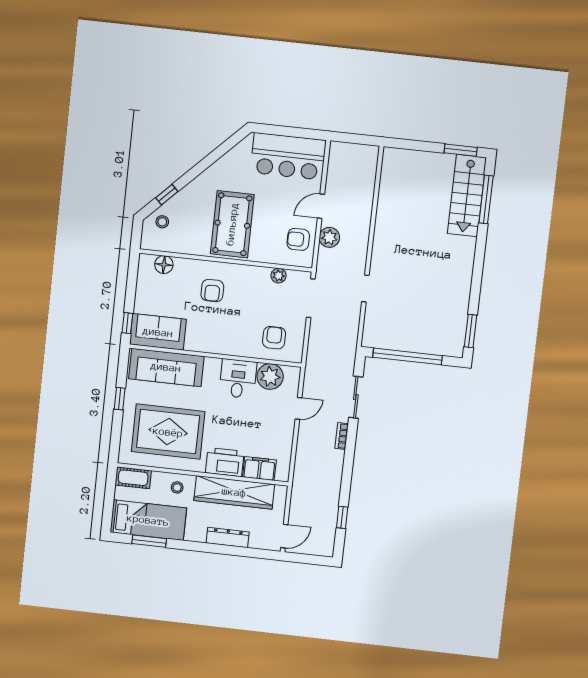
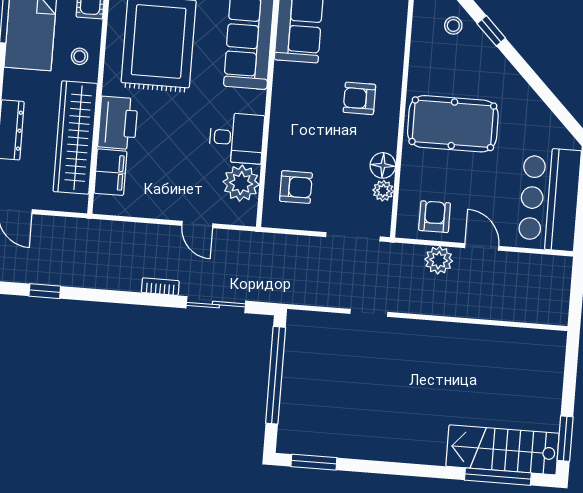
floor lamp: (164, 265) -> (383, 165), moved

